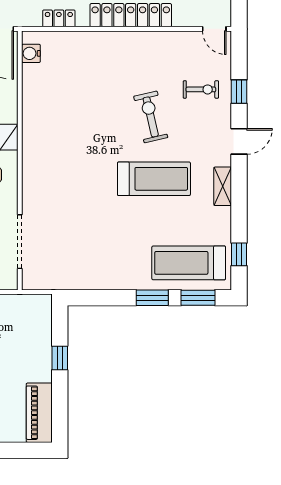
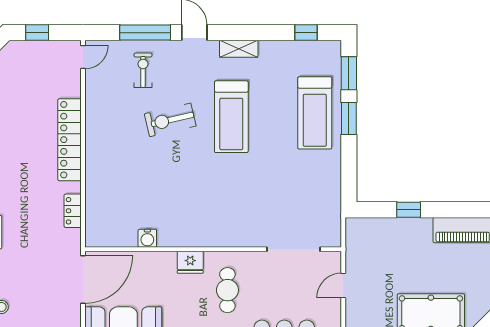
water cooler: (31, 53) -> (147, 238), moved
window: (239, 92) -> (145, 33), width x2.17
treadmill: (154, 179) -> (231, 117), turned 180
treadmill: (189, 263) -> (315, 113), moved

